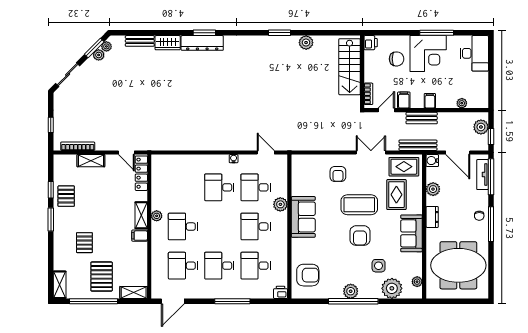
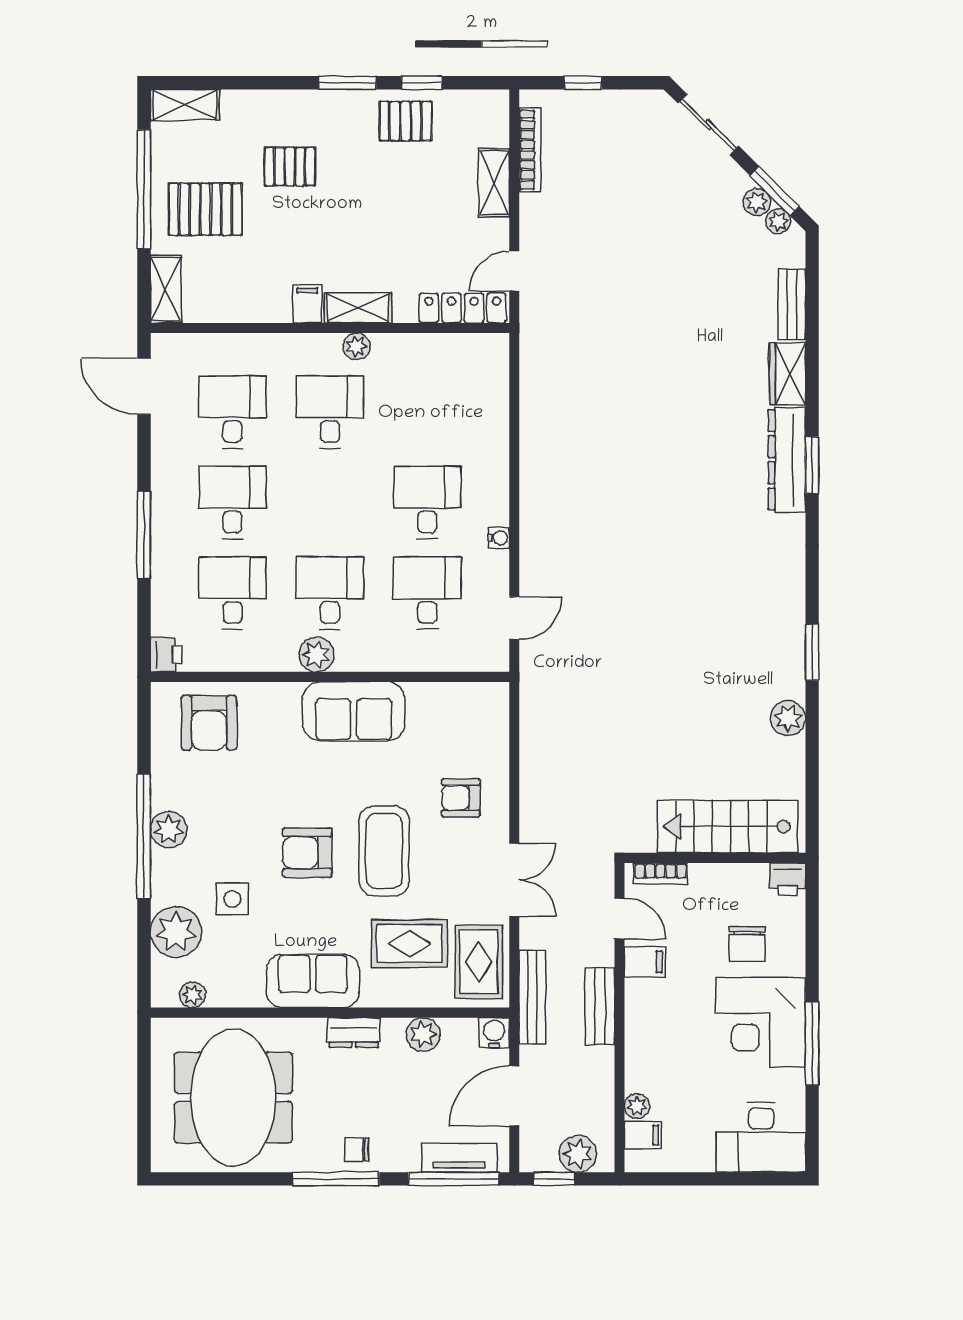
filing cabinet: (430, 101) -> (643, 1135), moved
plant: (280, 204) -> (317, 655), moved

